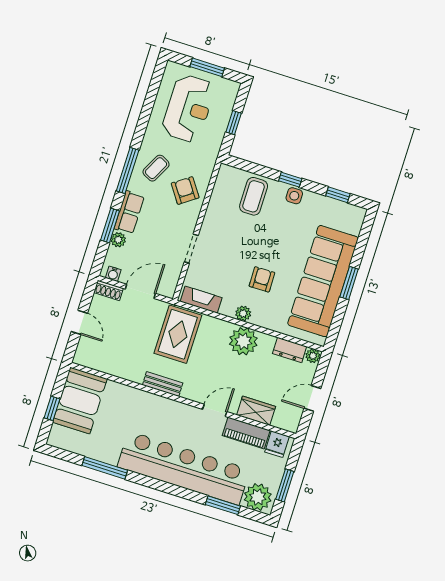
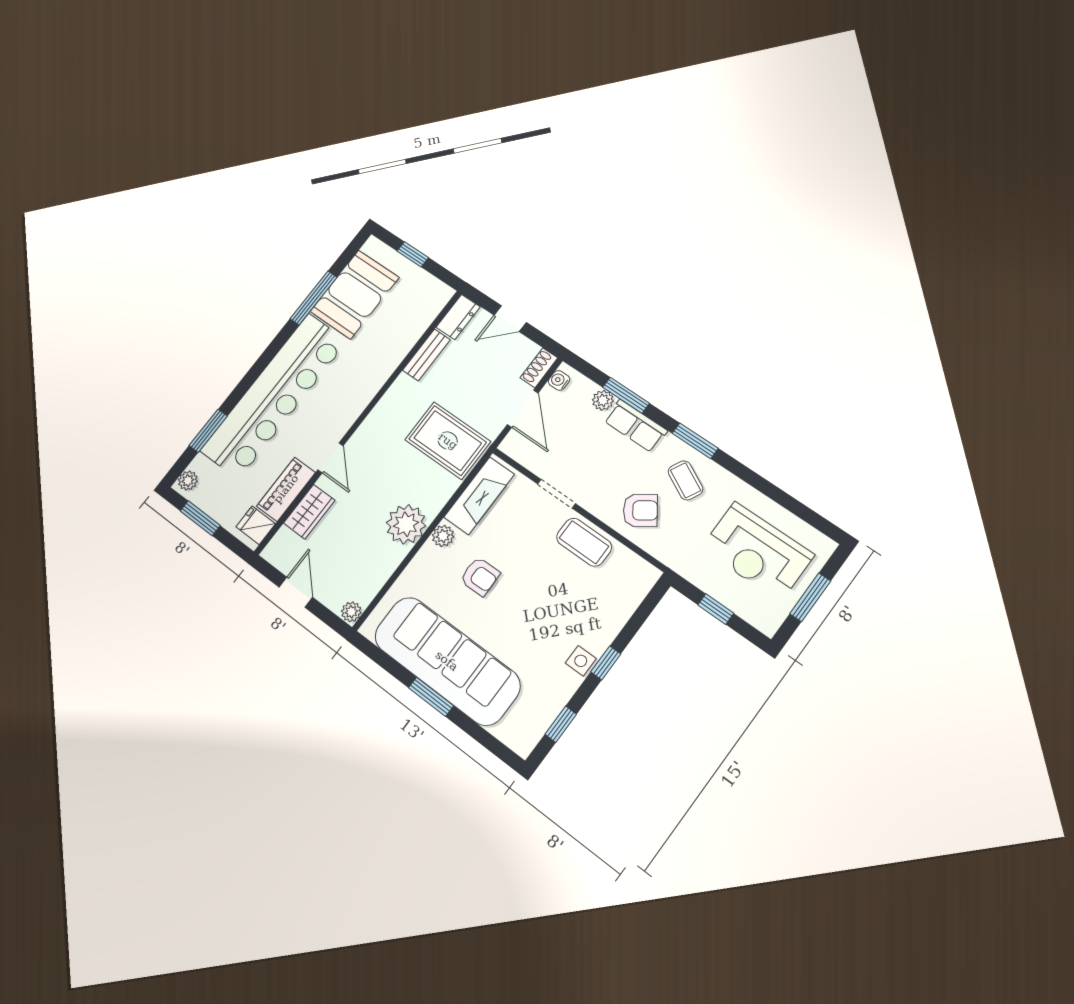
window: (128, 170) -> (695, 441), width x0.69
coffee table: (254, 196) -> (584, 542), moved
fireplace: (201, 300) -> (479, 496), width x1.37, depth x1.32
dresser: (290, 350) -> (458, 317), moved, turned 180
bench: (163, 384) -> (426, 355), moved
booth: (80, 400) -> (355, 295), moved, turned 90
plant: (258, 497) -> (188, 481), width x0.53, depth x0.53

